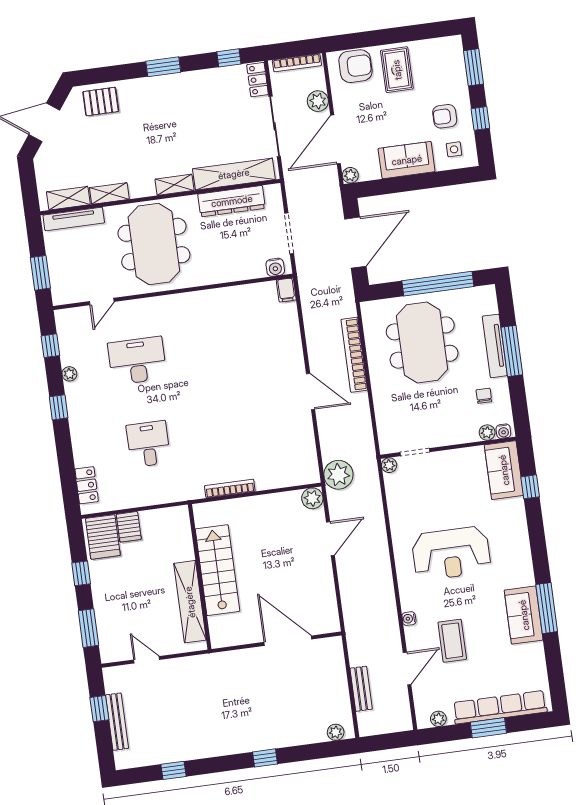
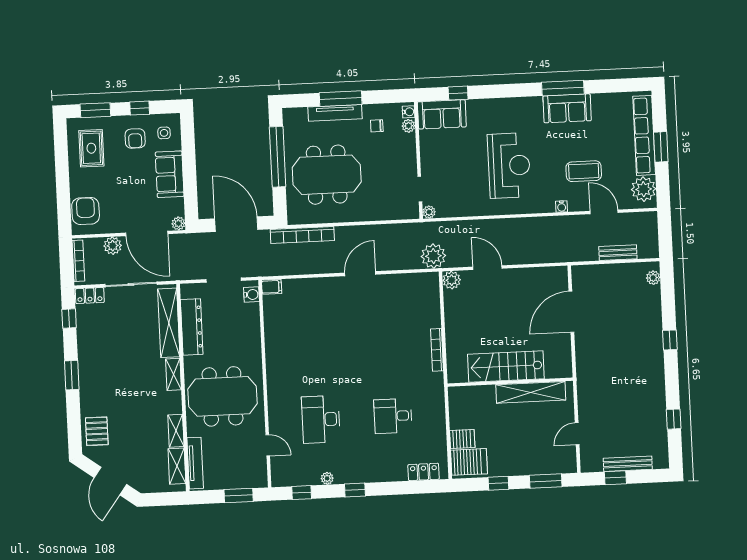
rug: (397, 70) -> (91, 148), moved, turned 90
bookcase: (354, 355) -> (302, 235), moved
plant: (438, 719) -> (644, 189), width x1.88, depth x1.88

